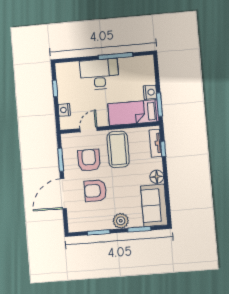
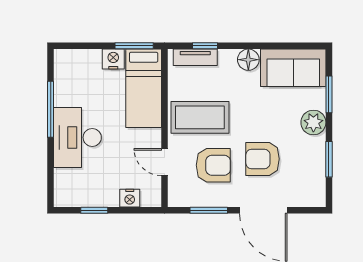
armchair: (89, 160) -> (213, 165), turned 180
armchair: (95, 191) -> (263, 159), turned 90

